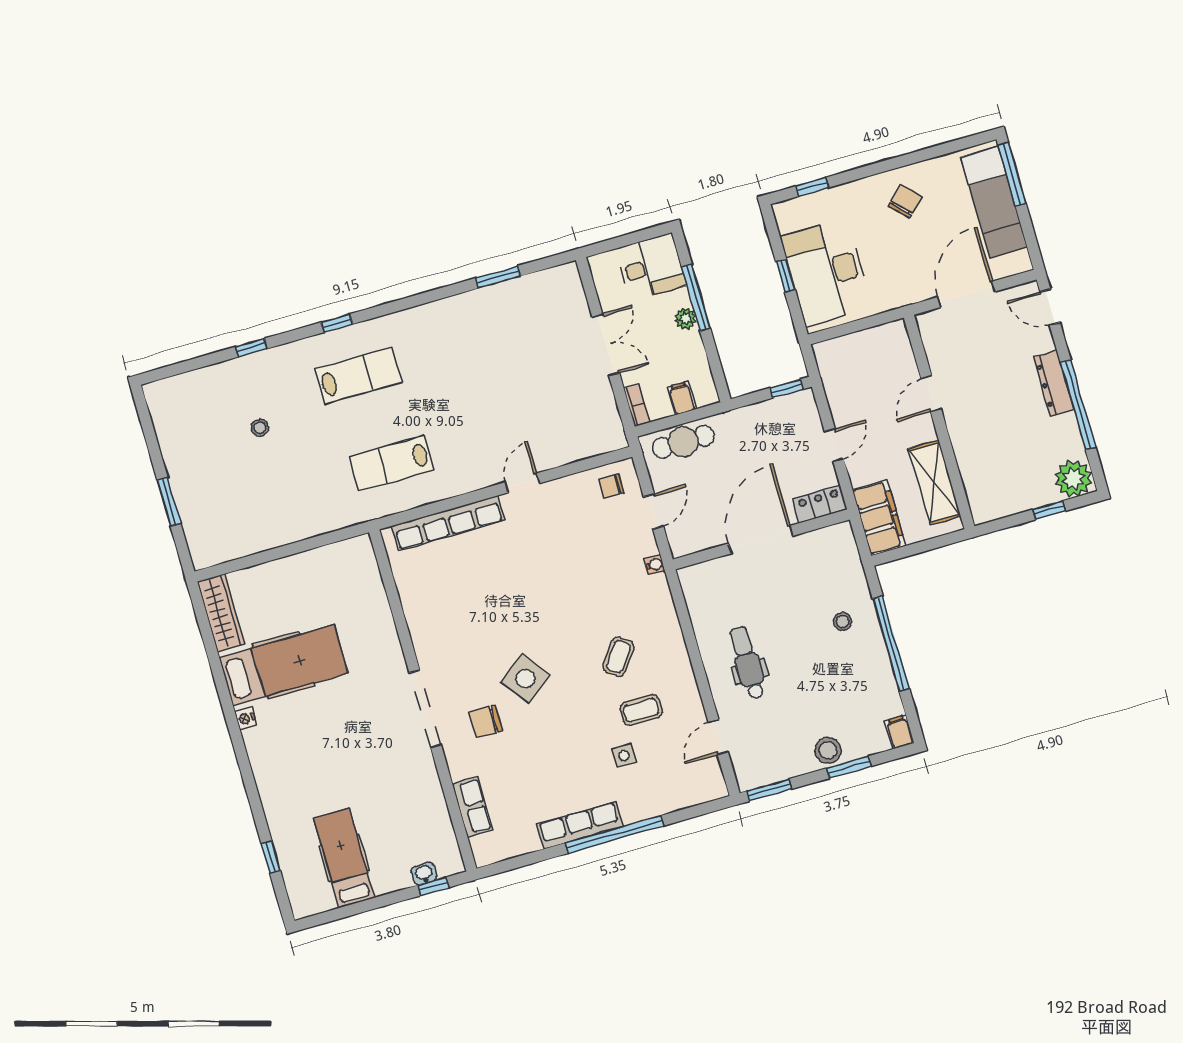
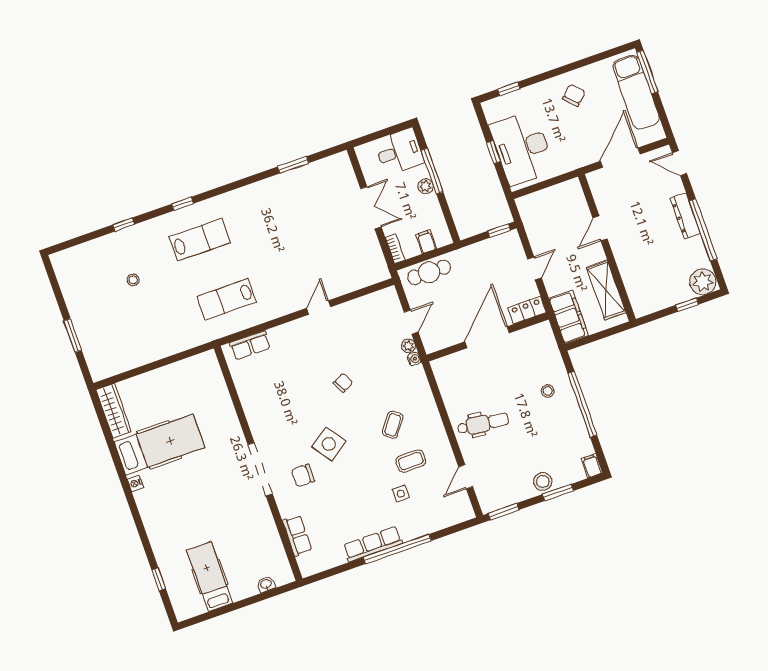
chair: (612, 486) -> (343, 383), moved, turned 153
row of seats: (448, 523) -> (250, 345), width x0.50
plant: (648, 545) -> (408, 346), added
dental chair: (747, 663) -> (483, 424), turned 97
window: (433, 886) -> (273, 593), removed

